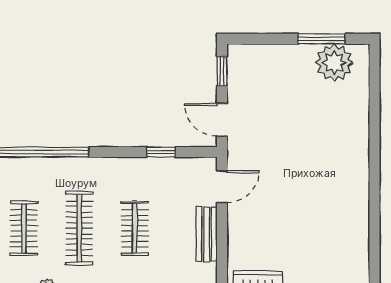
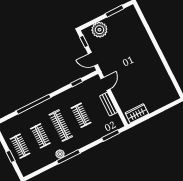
plant: (334, 63) -> (99, 30), moved

